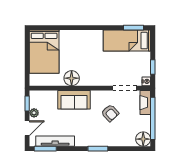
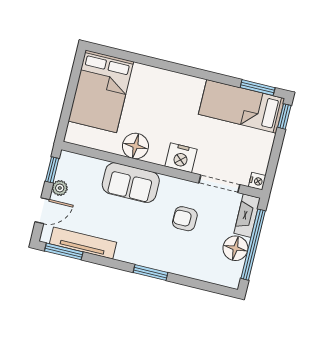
window: (153, 67) -> (284, 116), moved
nightstand: (99, 79) -> (181, 158), added
armchair: (110, 113) -> (185, 219), turned 133
floor lamp: (143, 139) -> (235, 248), moved

